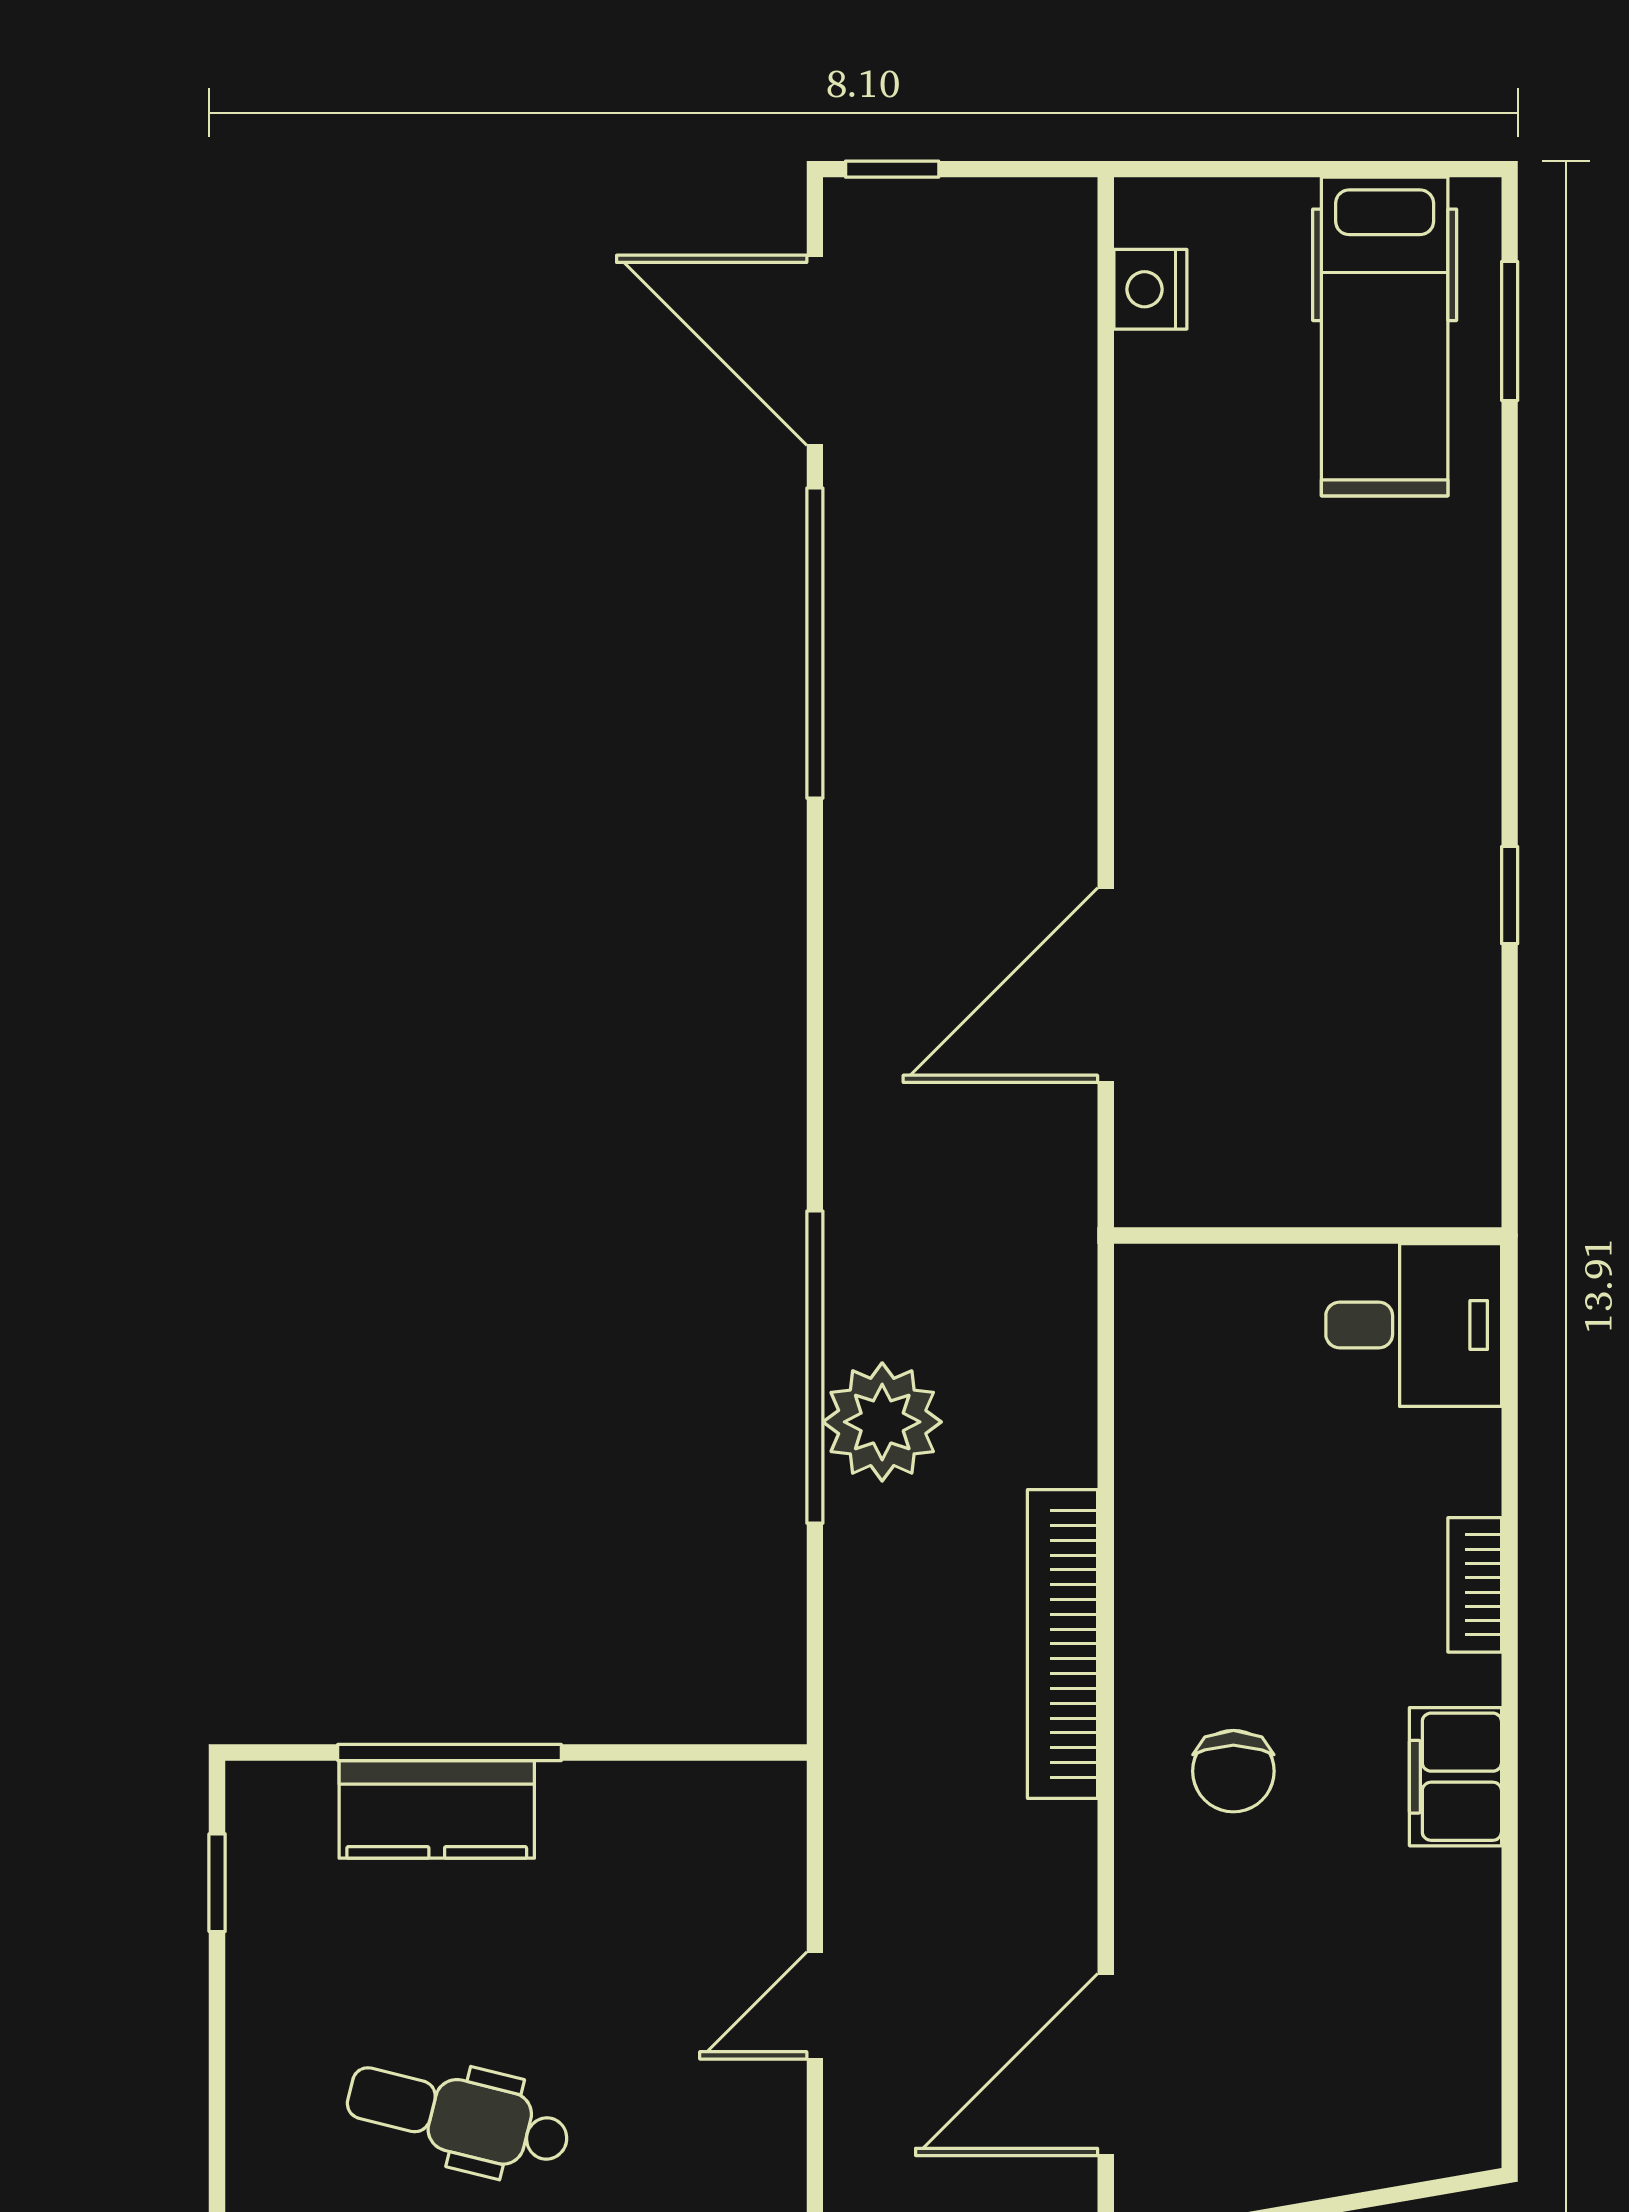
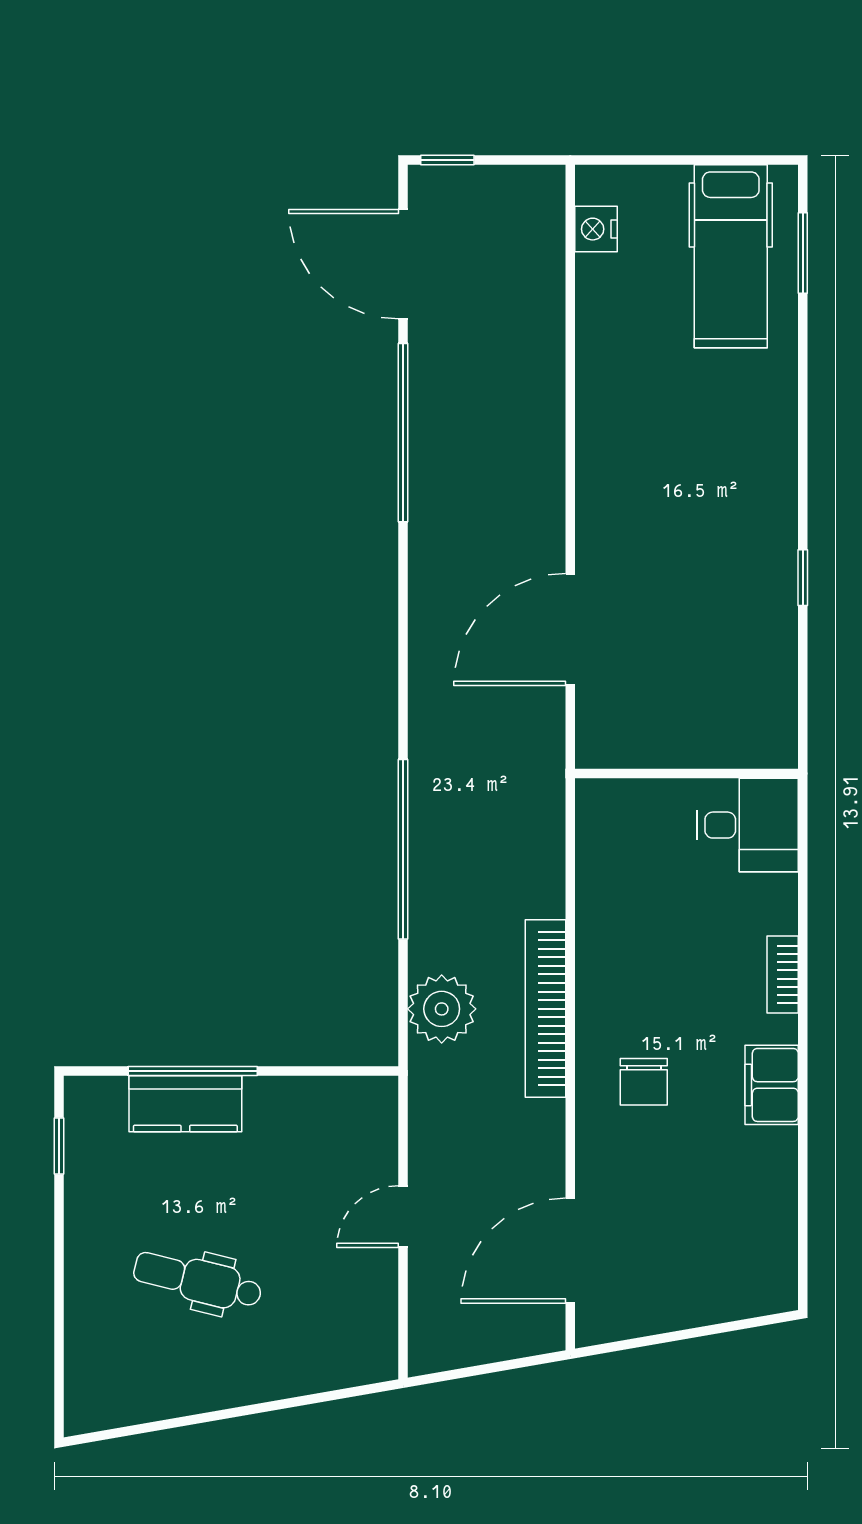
plant: (882, 1422) -> (442, 1009), moved

